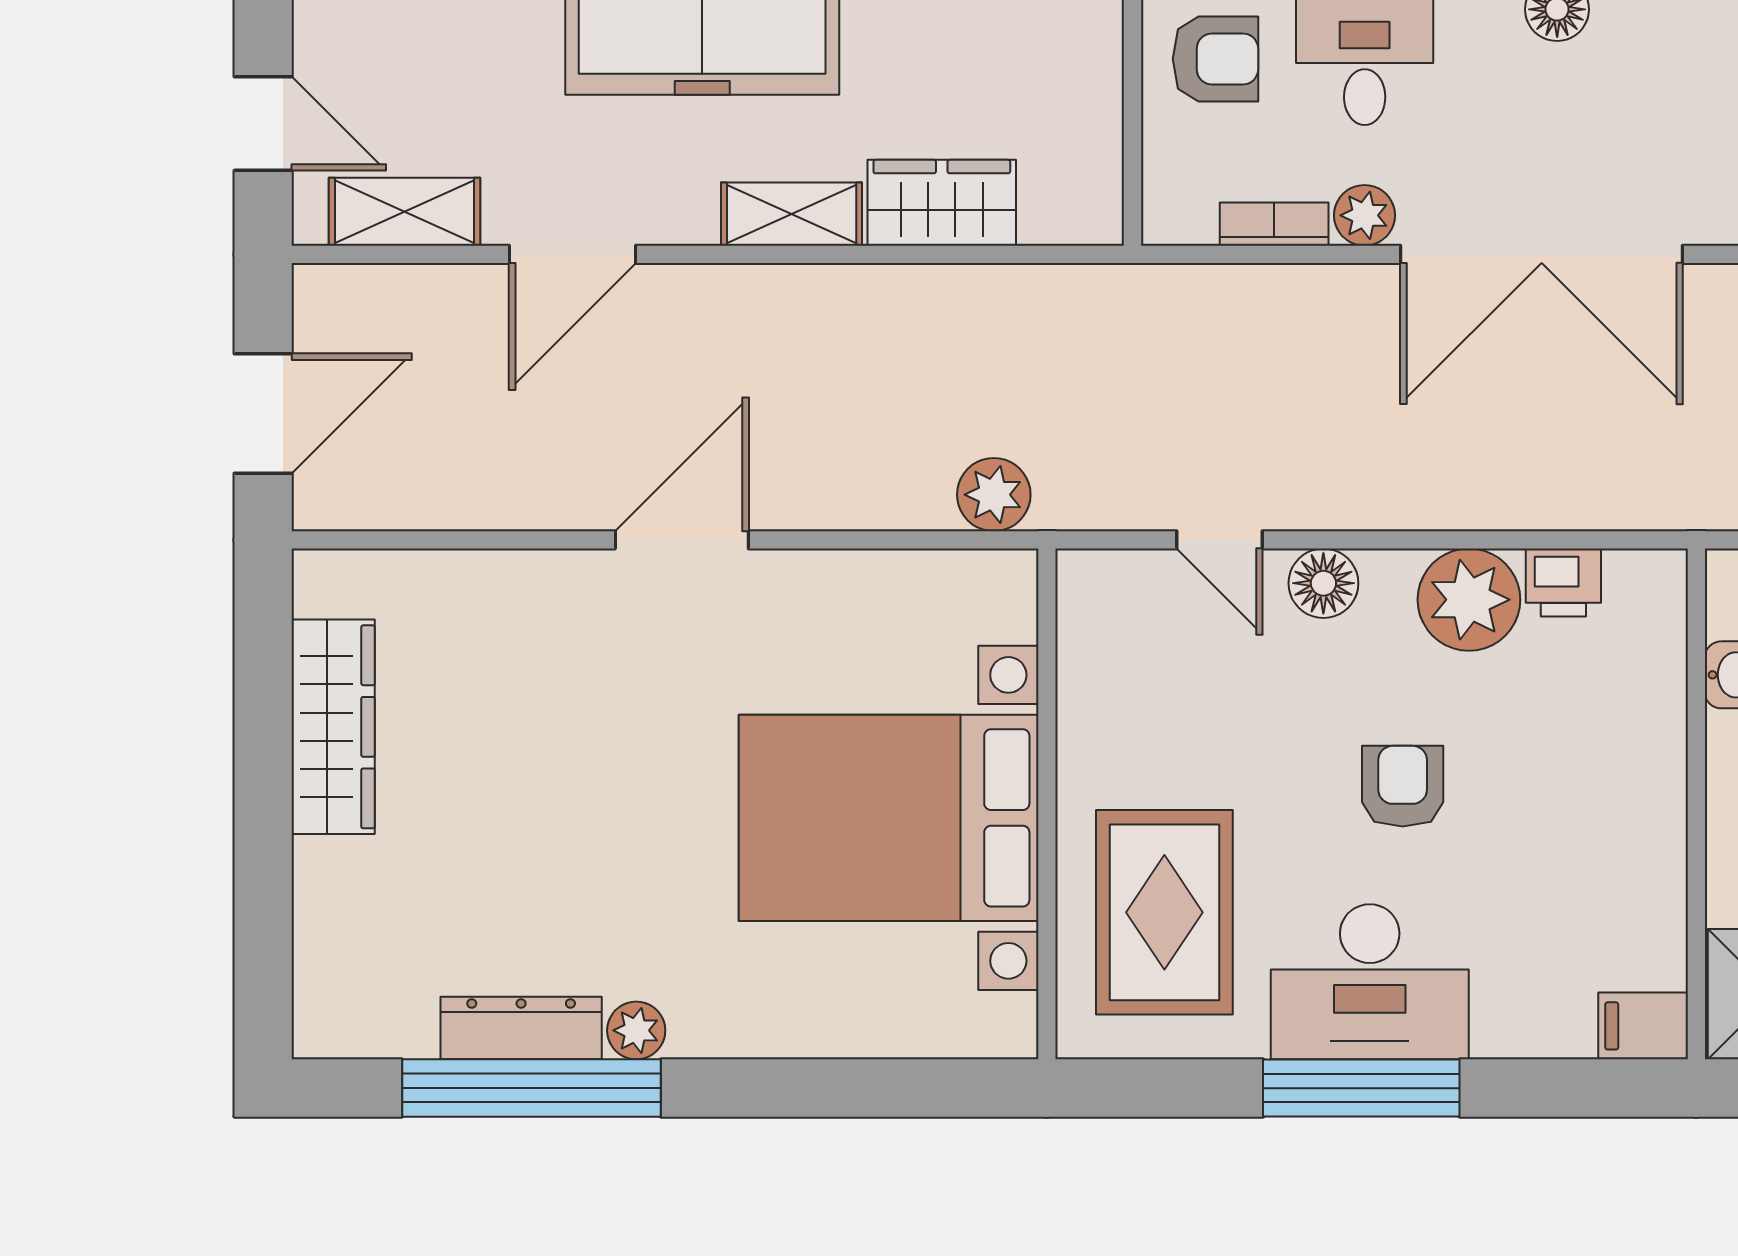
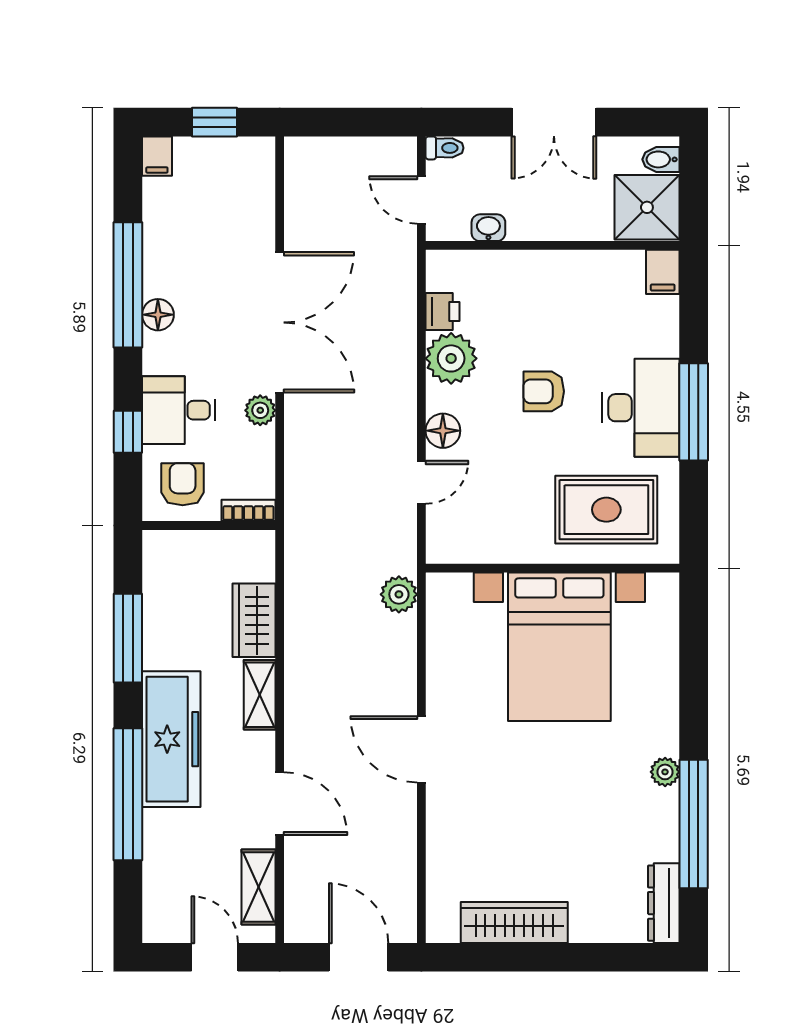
door: (263, 124) -> (215, 957), hinge flipped
bookcase: (1274, 224) -> (248, 510), moved, turned 90
dresser: (521, 1028) -> (664, 903), moved

